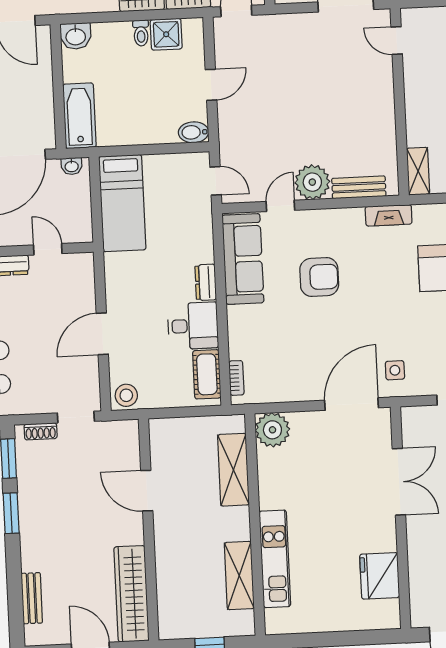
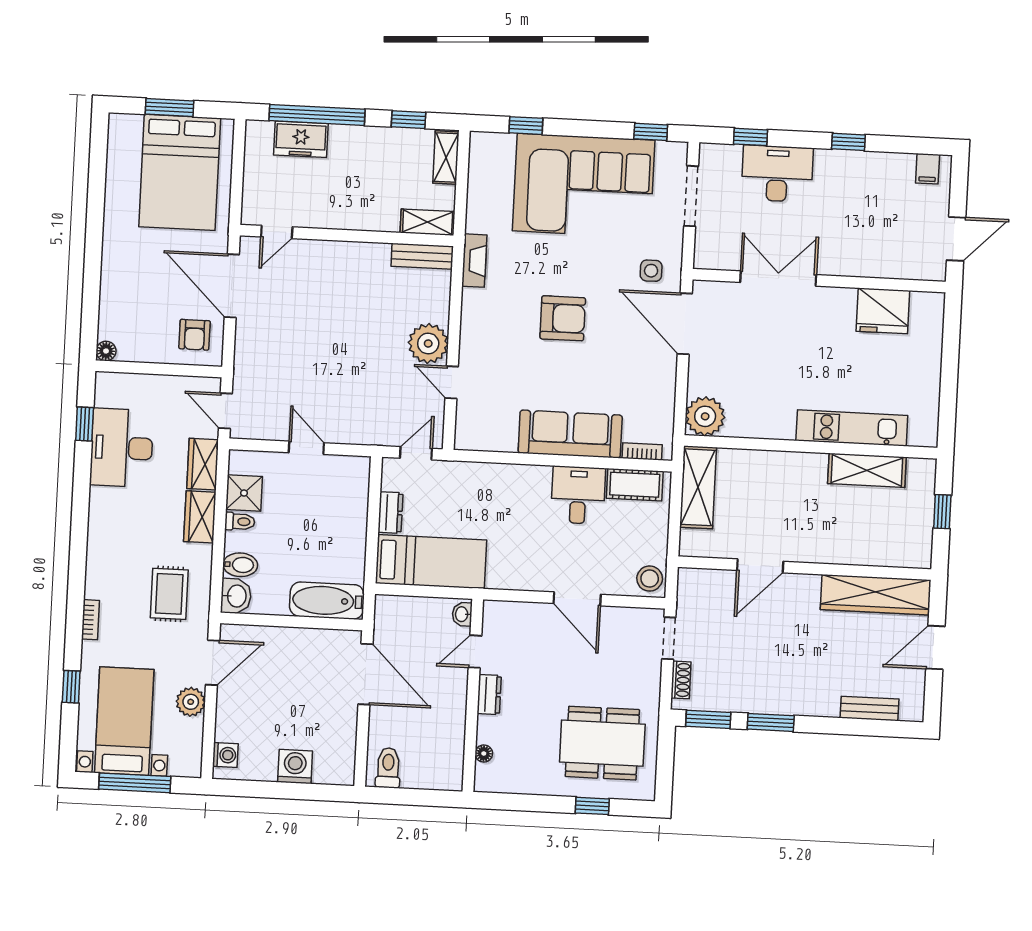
bidet: (194, 132) -> (240, 565), moved, turned -90
washbasin: (72, 166) -> (462, 614), moved, turned 180
bench: (359, 187) -> (422, 256), moved, turned 90
sofa: (243, 259) -> (570, 434), moved
armchair: (319, 277) -> (563, 318), moved, turned 90
dresser: (206, 282) -> (390, 513), moved, turned -90
shelving: (233, 470) -> (698, 487), moved, turned 90

